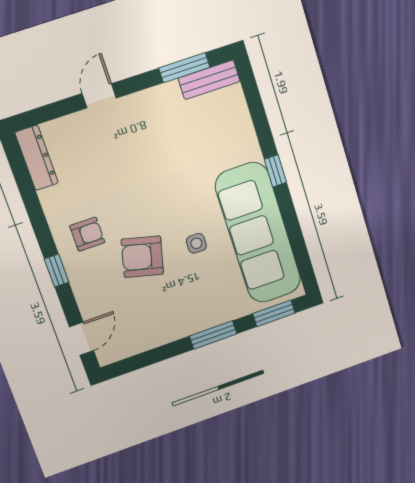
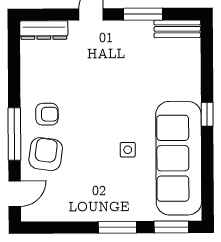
window: (184, 68) -> (143, 14), moved
dresser: (37, 158) -> (44, 30), moved, turned 90
armchair: (142, 257) -> (46, 154), moved, turned 84
window: (57, 271) -> (14, 134), width x2.17

